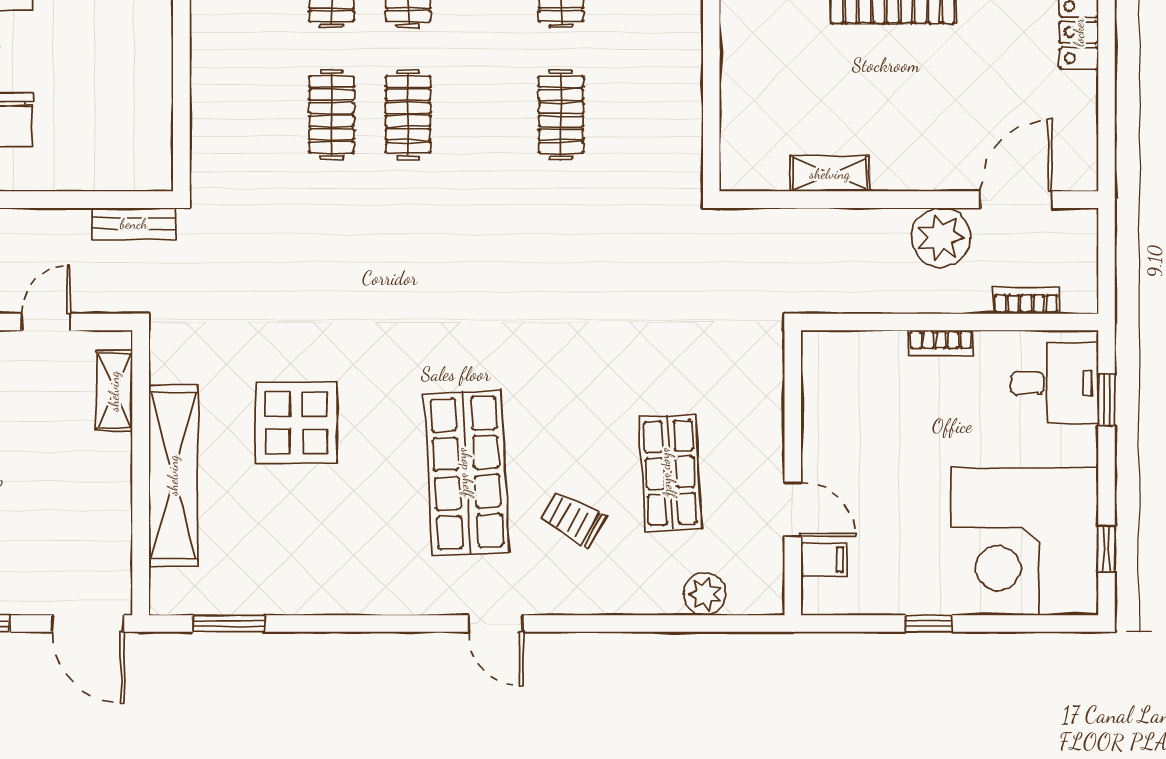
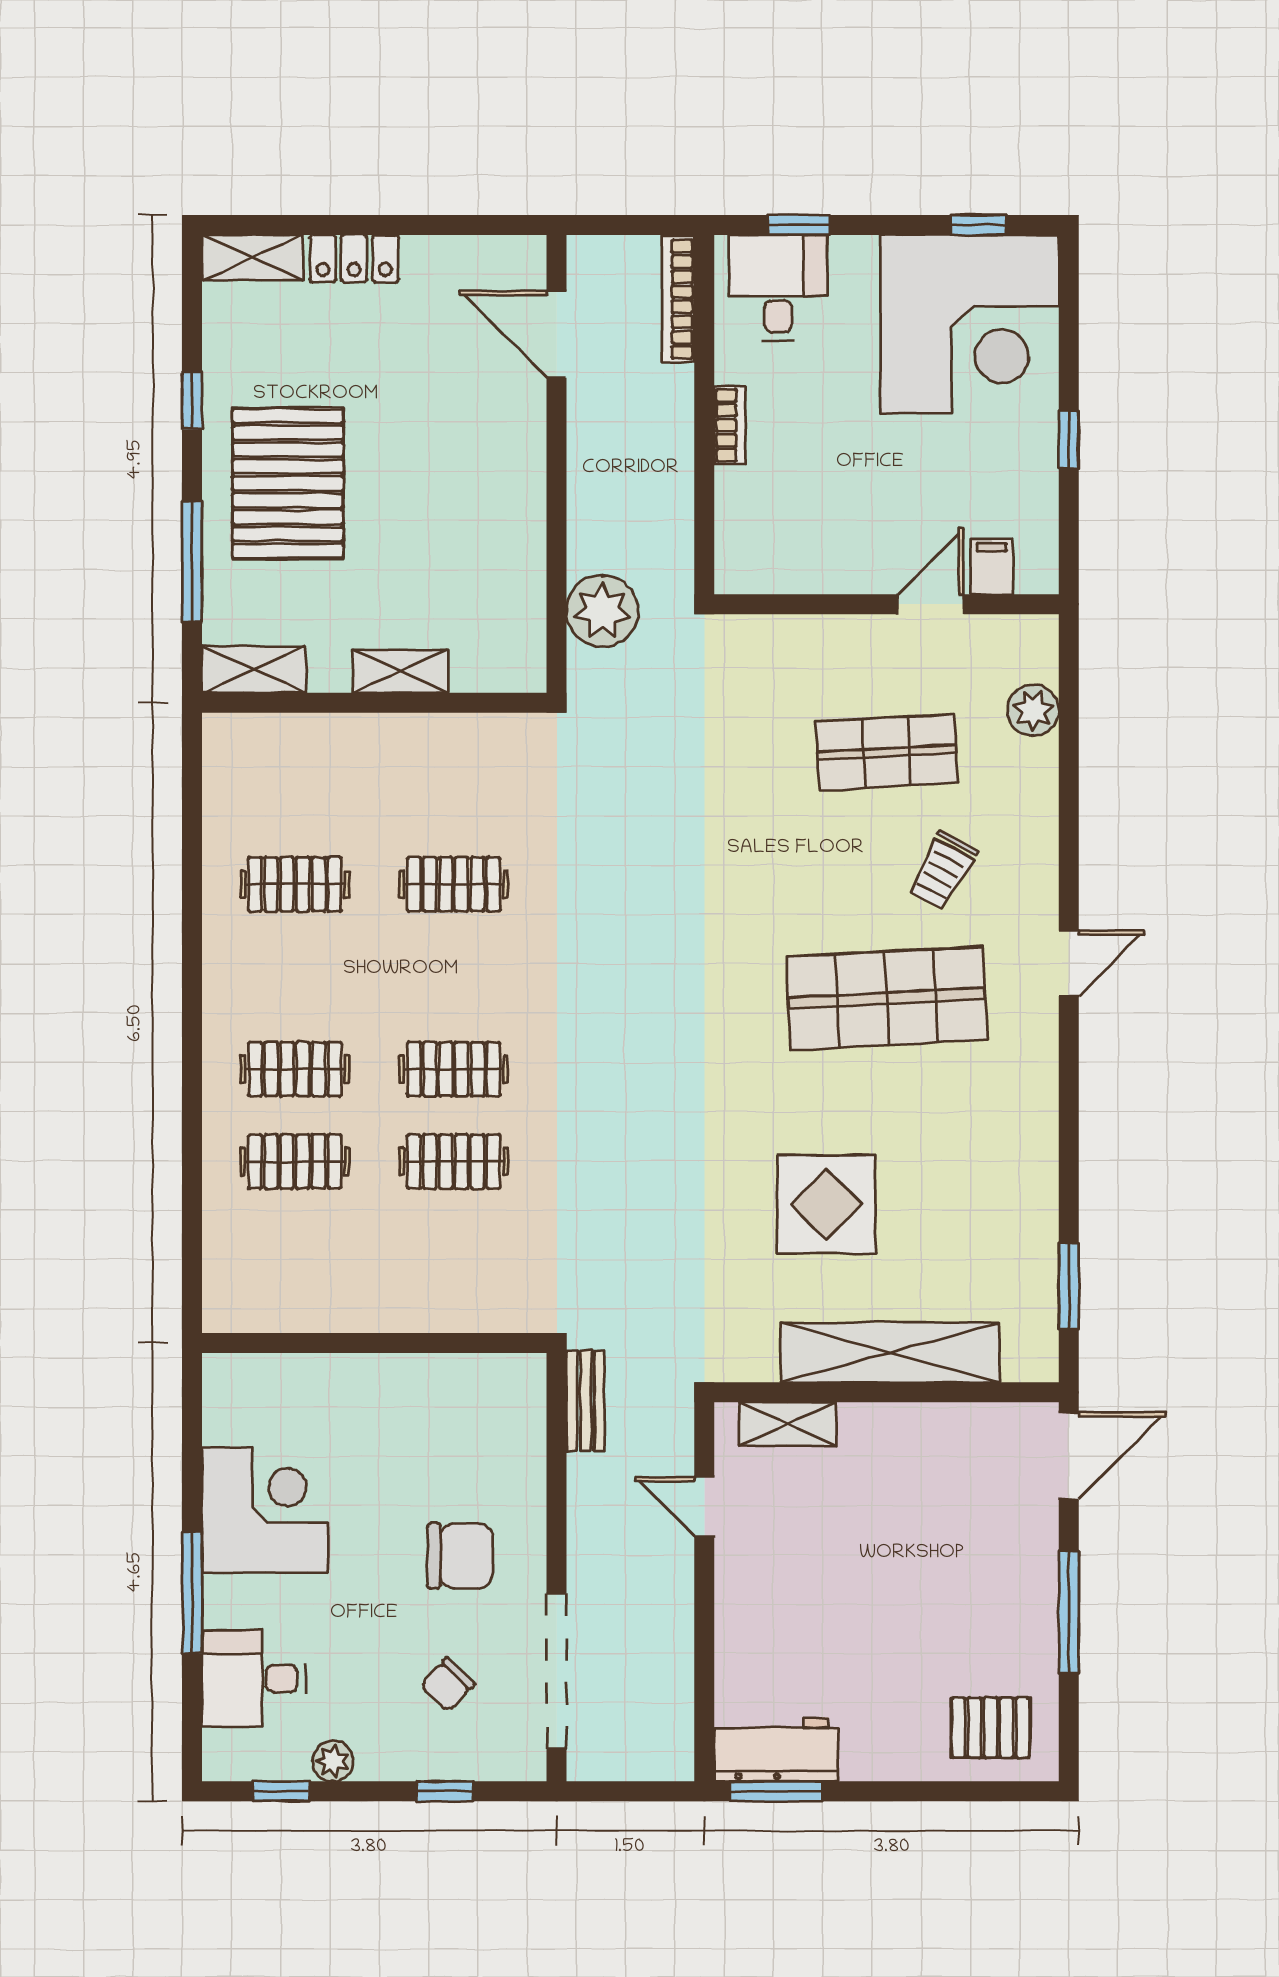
shelving: (830, 174) -> (400, 671), moved, turned 90
plant: (941, 238) -> (602, 611), moved
bookcase: (1026, 300) -> (678, 299), width x1.56

